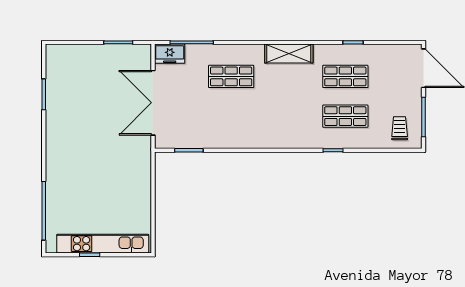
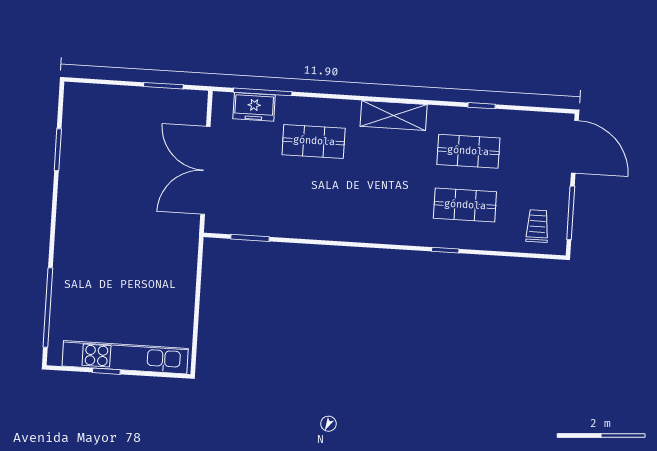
freezer: (170, 54) -> (254, 107), moved

